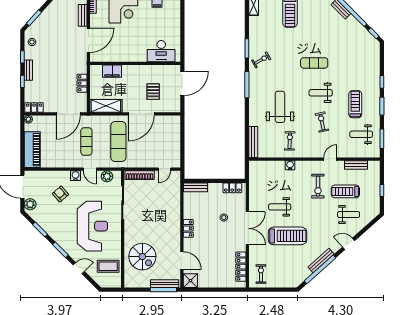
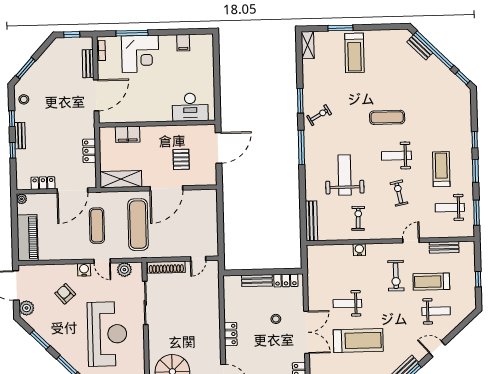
locker: (34, 107) -> (43, 183), moved
bench: (195, 187) -> (257, 281), moved

